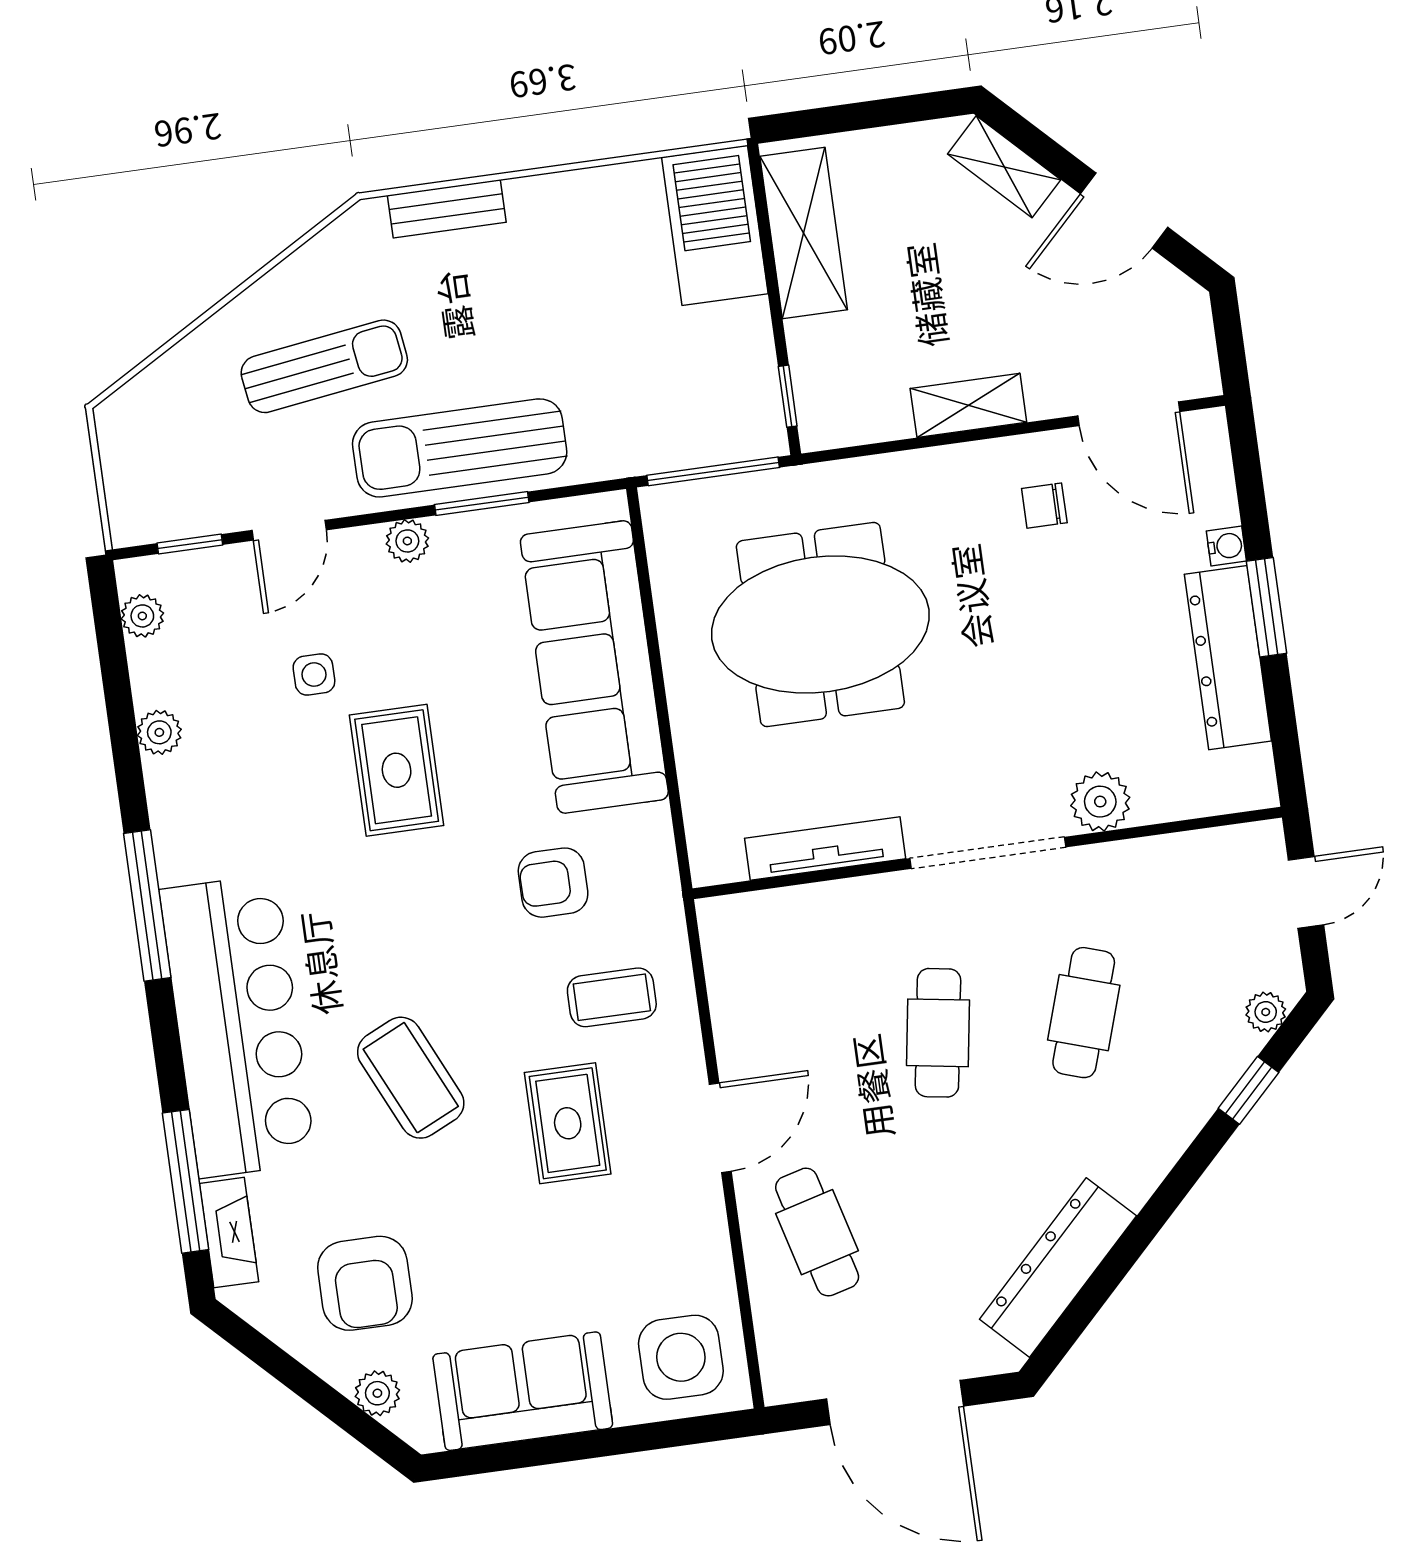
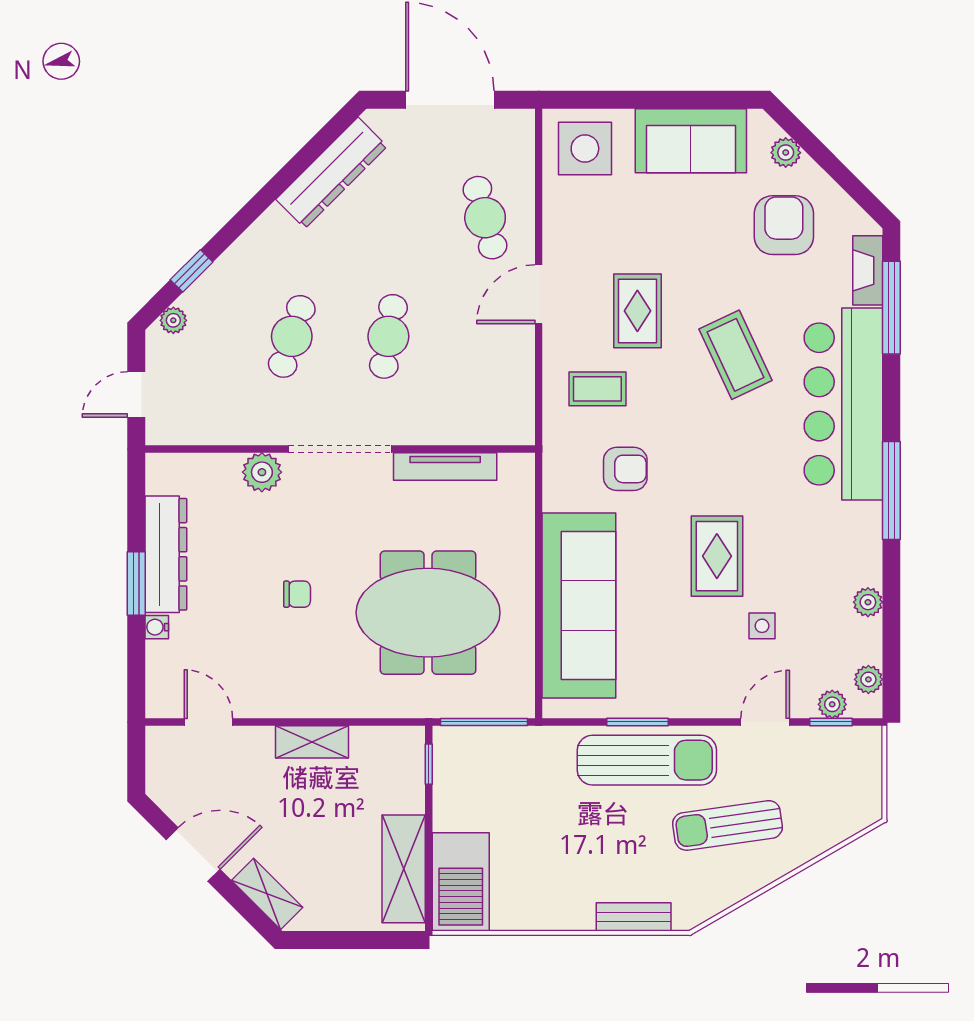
door: (1129, 414) -> (208, 722), width x0.73
chair: (1044, 506) -> (297, 594), moved
plant: (407, 541) -> (832, 704), moved

